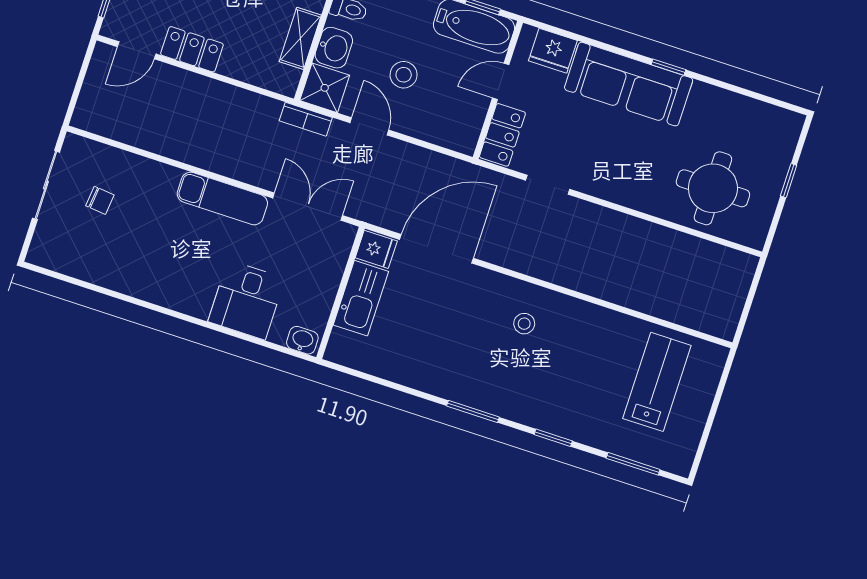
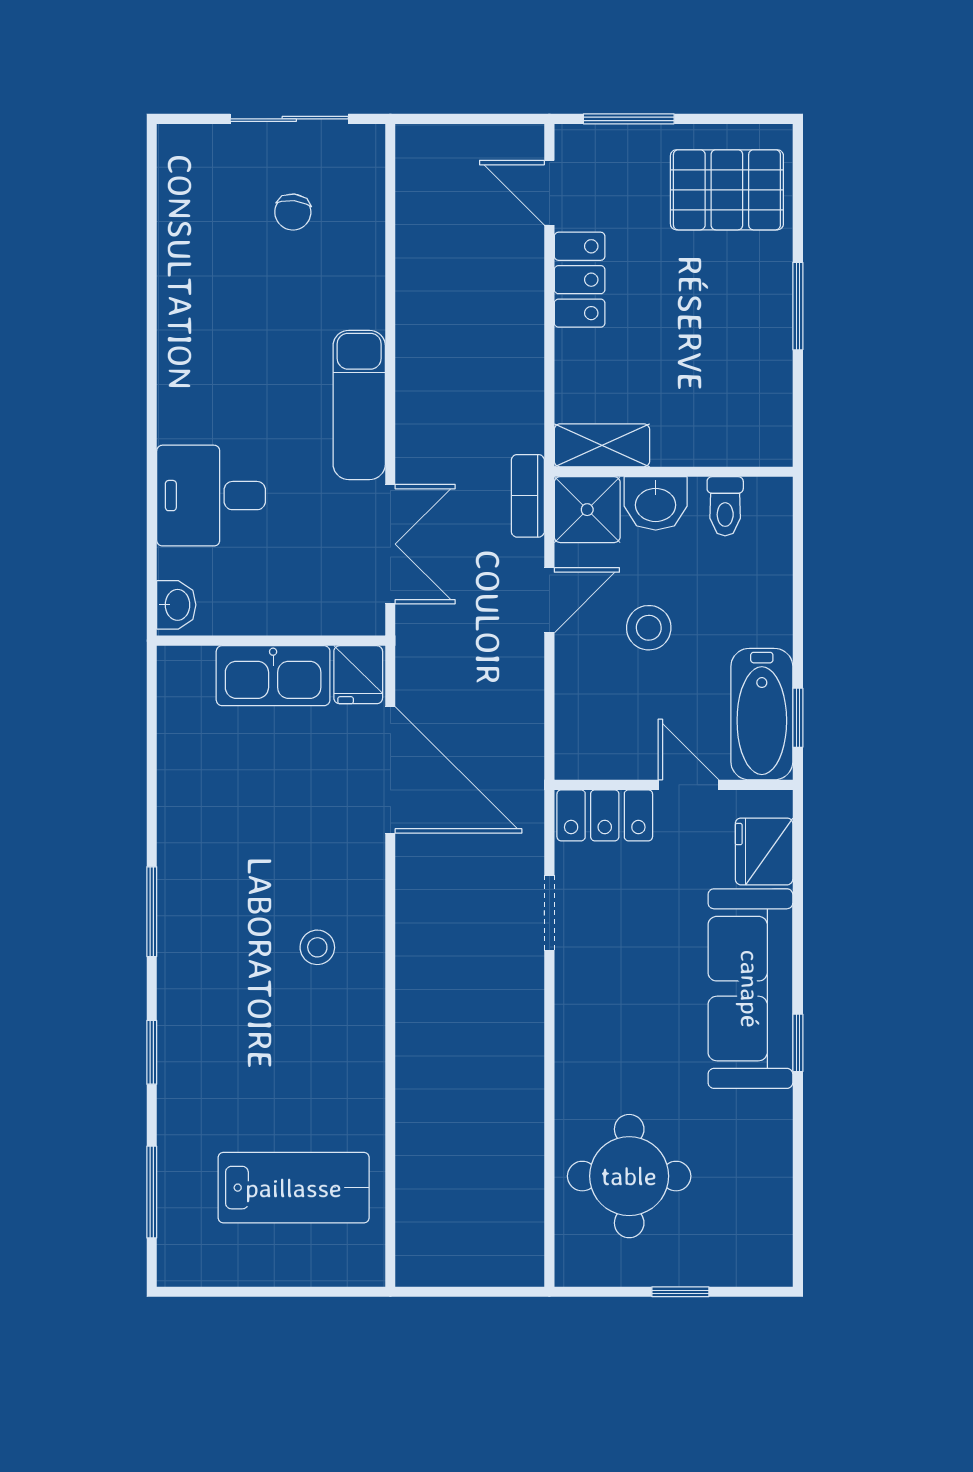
shelving: (300, 38) -> (602, 445), moved

